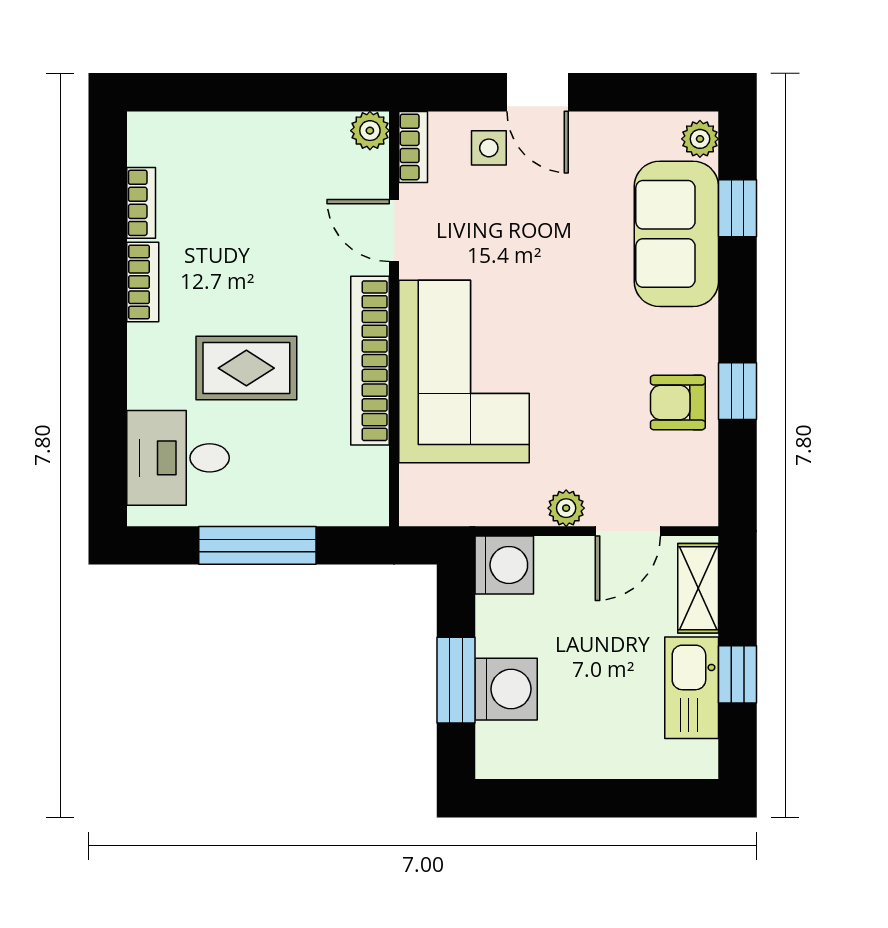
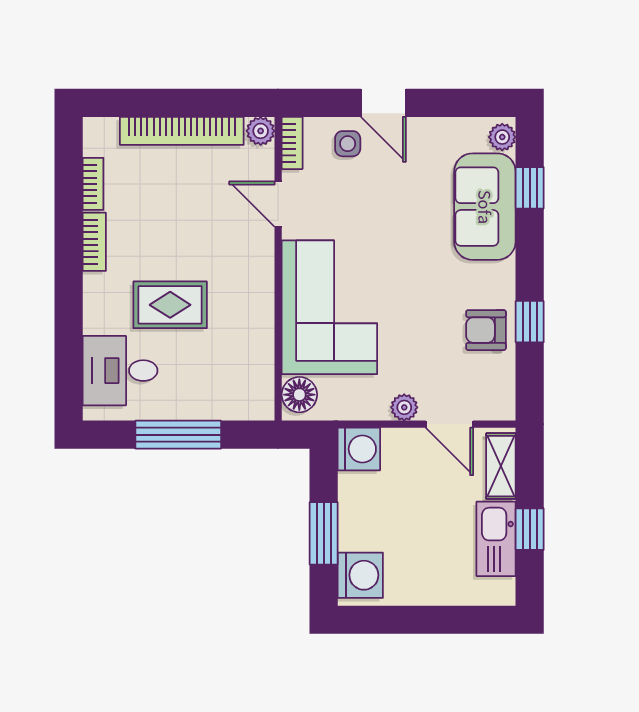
bookcase: (370, 361) -> (182, 131), moved, turned -90
floor lamp: (423, 491) -> (299, 395), added
door: (628, 531) -> (449, 424), hinge flipped
washing machine: (506, 689) -> (360, 575), moved

